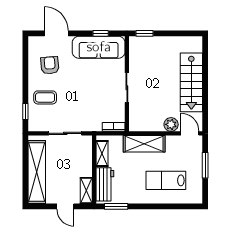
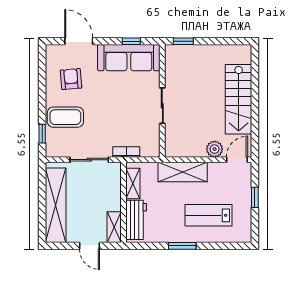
coffee table: (45, 97) -> (65, 117), width x1.36, depth x1.30
bookcase: (114, 127) -> (126, 152), moved
door: (190, 133) -> (237, 160), hinge flipped
window: (205, 165) -> (255, 197), width x0.67
window: (116, 206) -> (182, 246), moved

